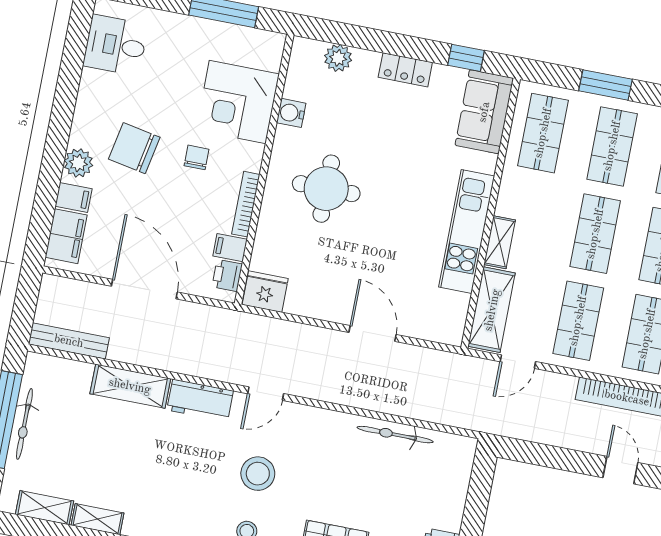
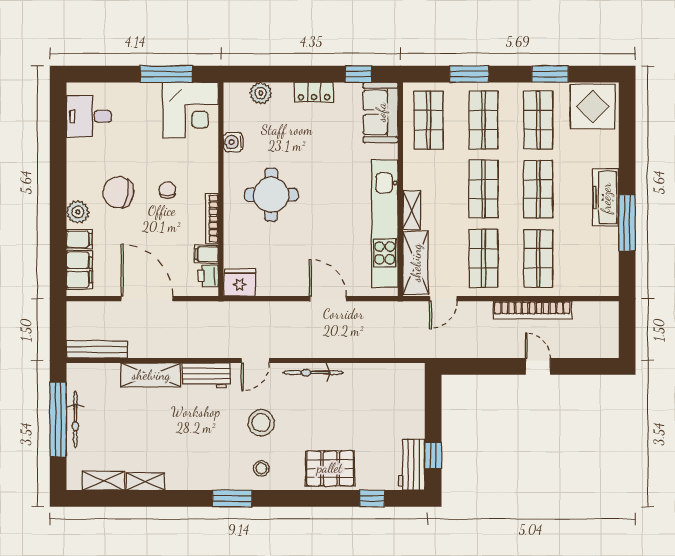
corner desk: (238, 102) -> (191, 110), moved, turned -90
kitchen unit: (467, 231) -> (385, 224), width x1.36
bicycle: (395, 435) -> (313, 373), moved

